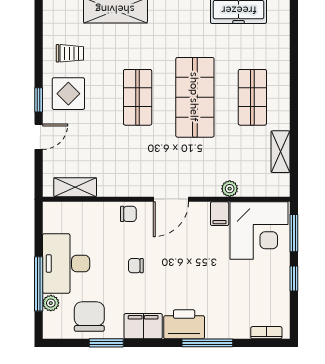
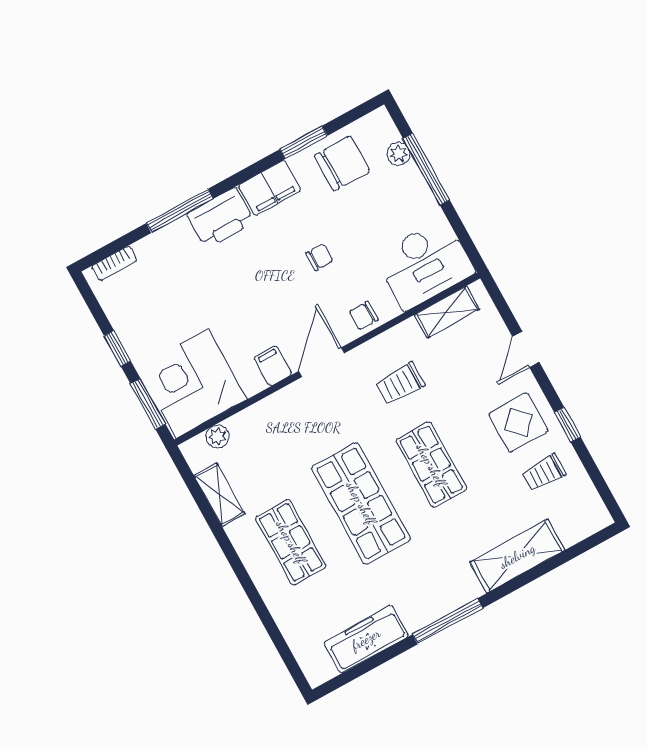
window: (39, 100) -> (567, 425), moved
trolley: (129, 159) -> (400, 383), added
plant: (230, 189) -> (218, 437), moved
filing cabinet: (220, 214) -> (273, 366), moved
desk: (66, 263) -> (425, 264), moved, turned 90
chair: (89, 317) -> (342, 163), turned -90

